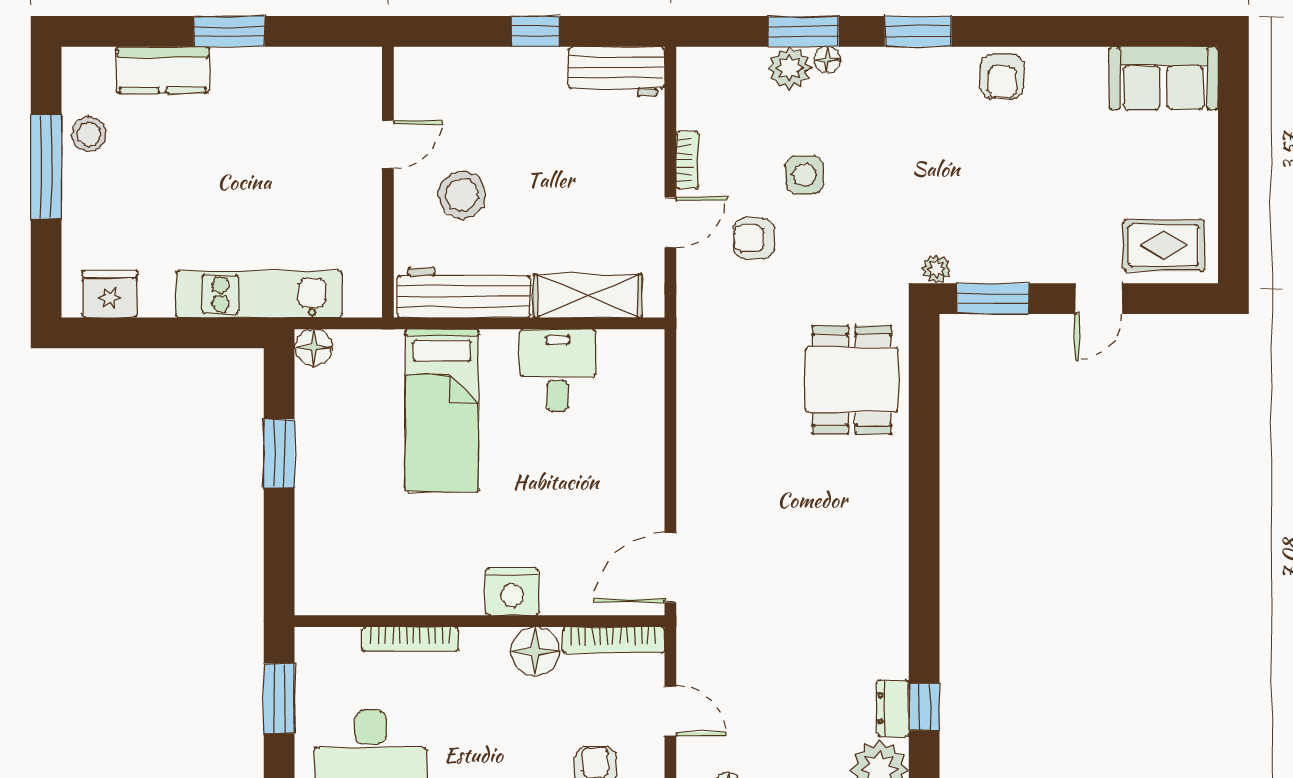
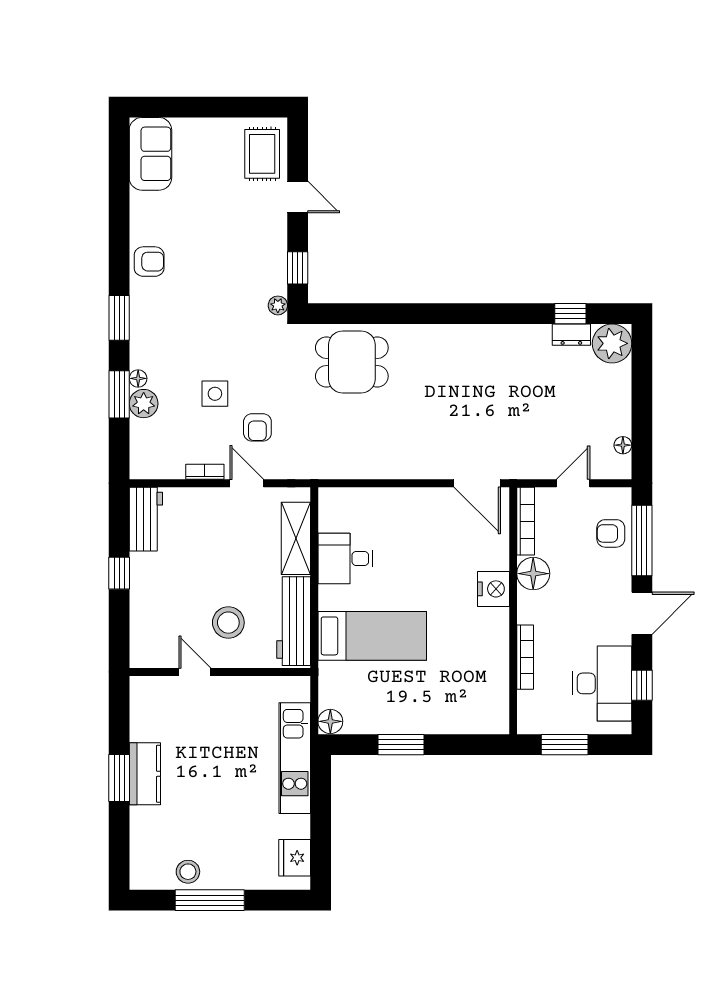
kitchen counter: (163, 70) -> (145, 774), moved
window: (993, 299) -> (298, 268), width x0.67

